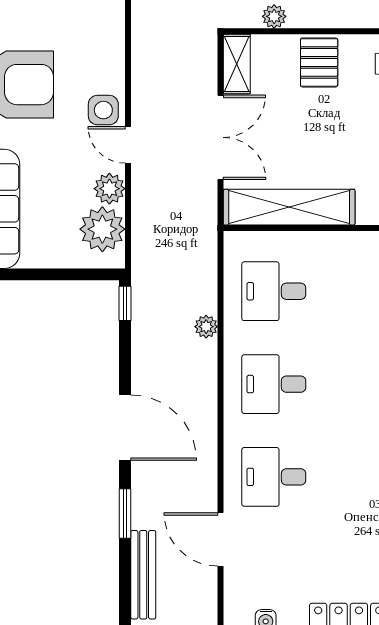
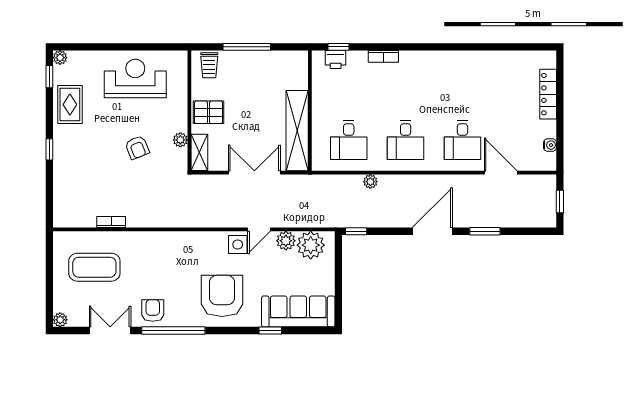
shelving: (237, 64) -> (199, 152), moved, turned 90
door: (220, 539) -> (501, 173), swing flipped
bench: (143, 575) -> (522, 220), removed

